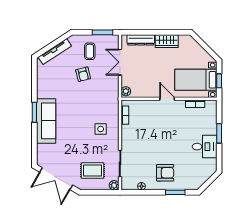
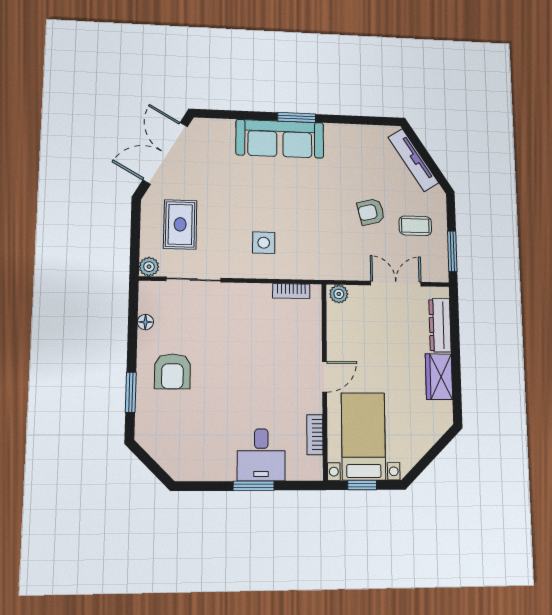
desk: (205, 147) -> (261, 455), moved

